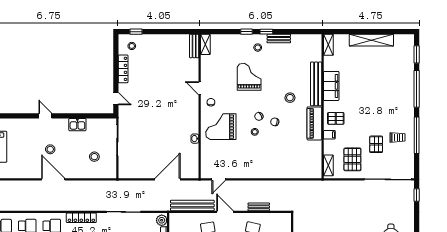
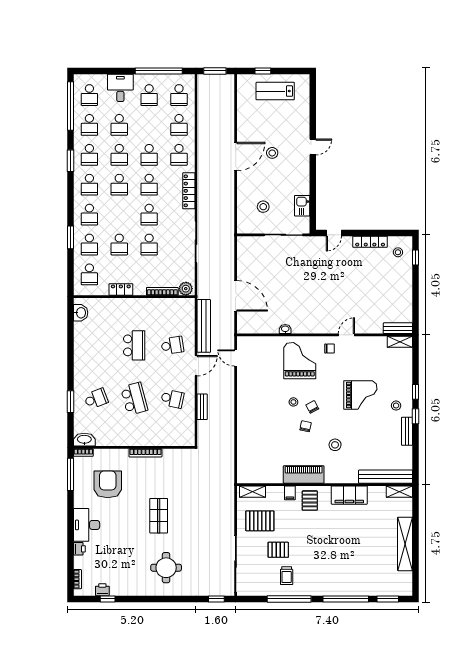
bench: (316, 84) -> (386, 477), moved
kitchen sink: (77, 125) -> (302, 206), moved

